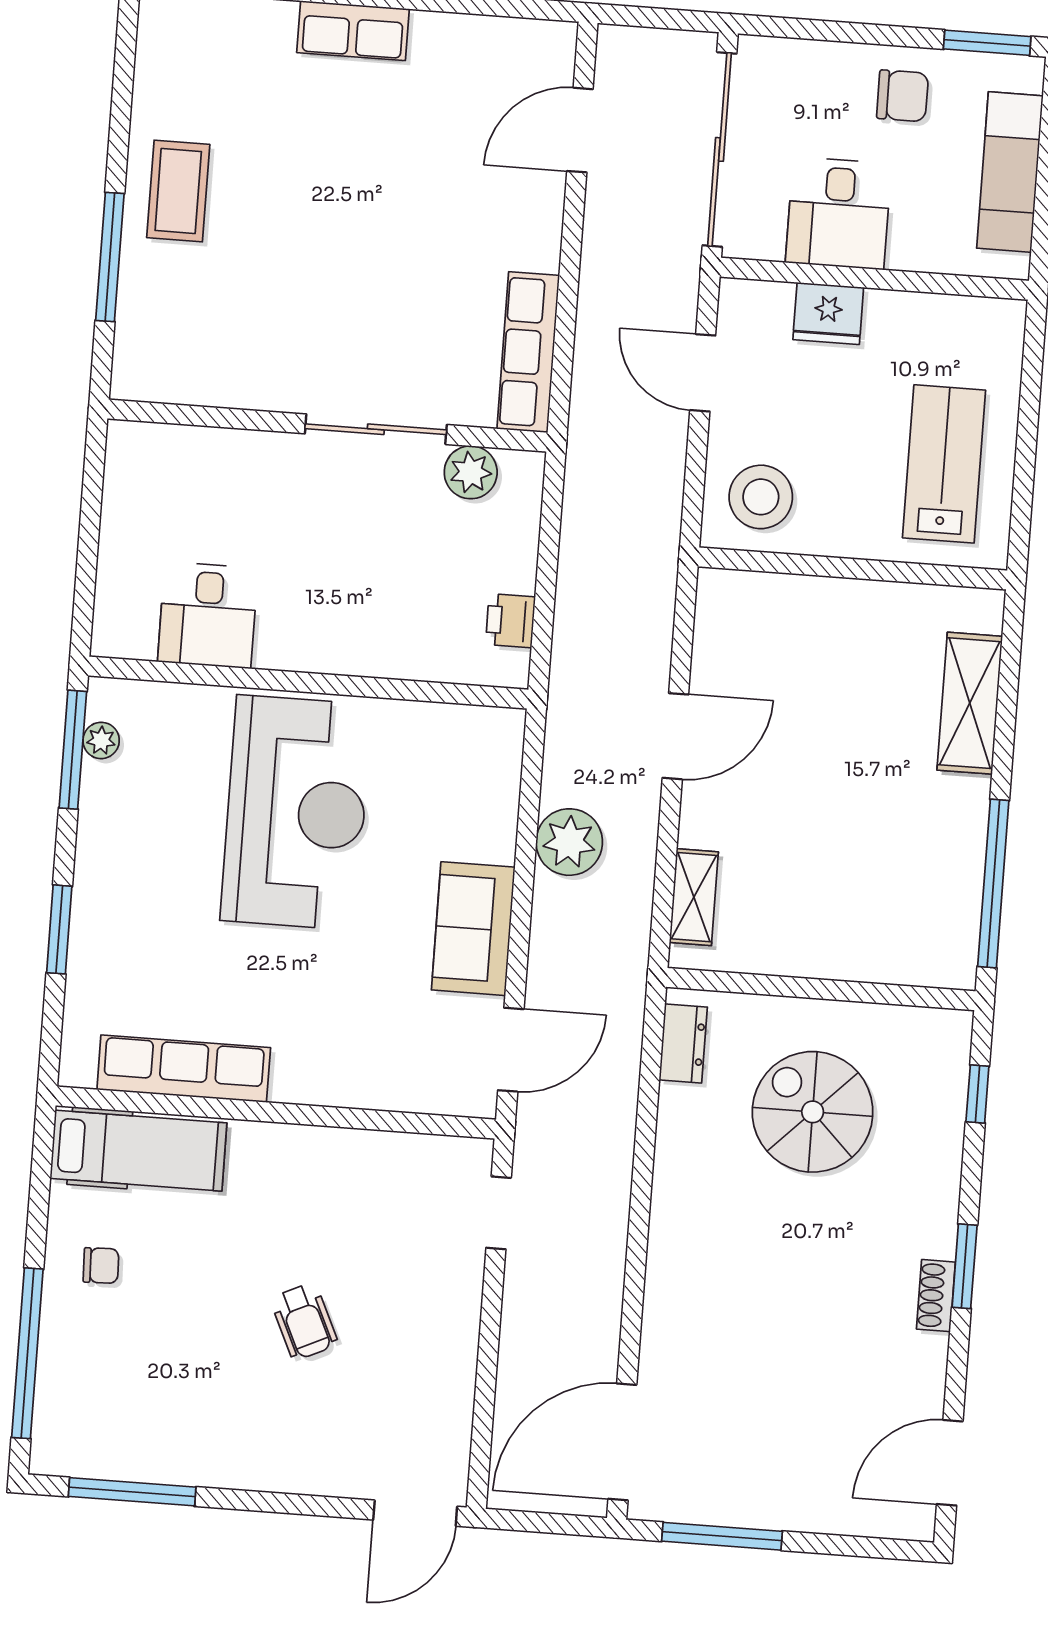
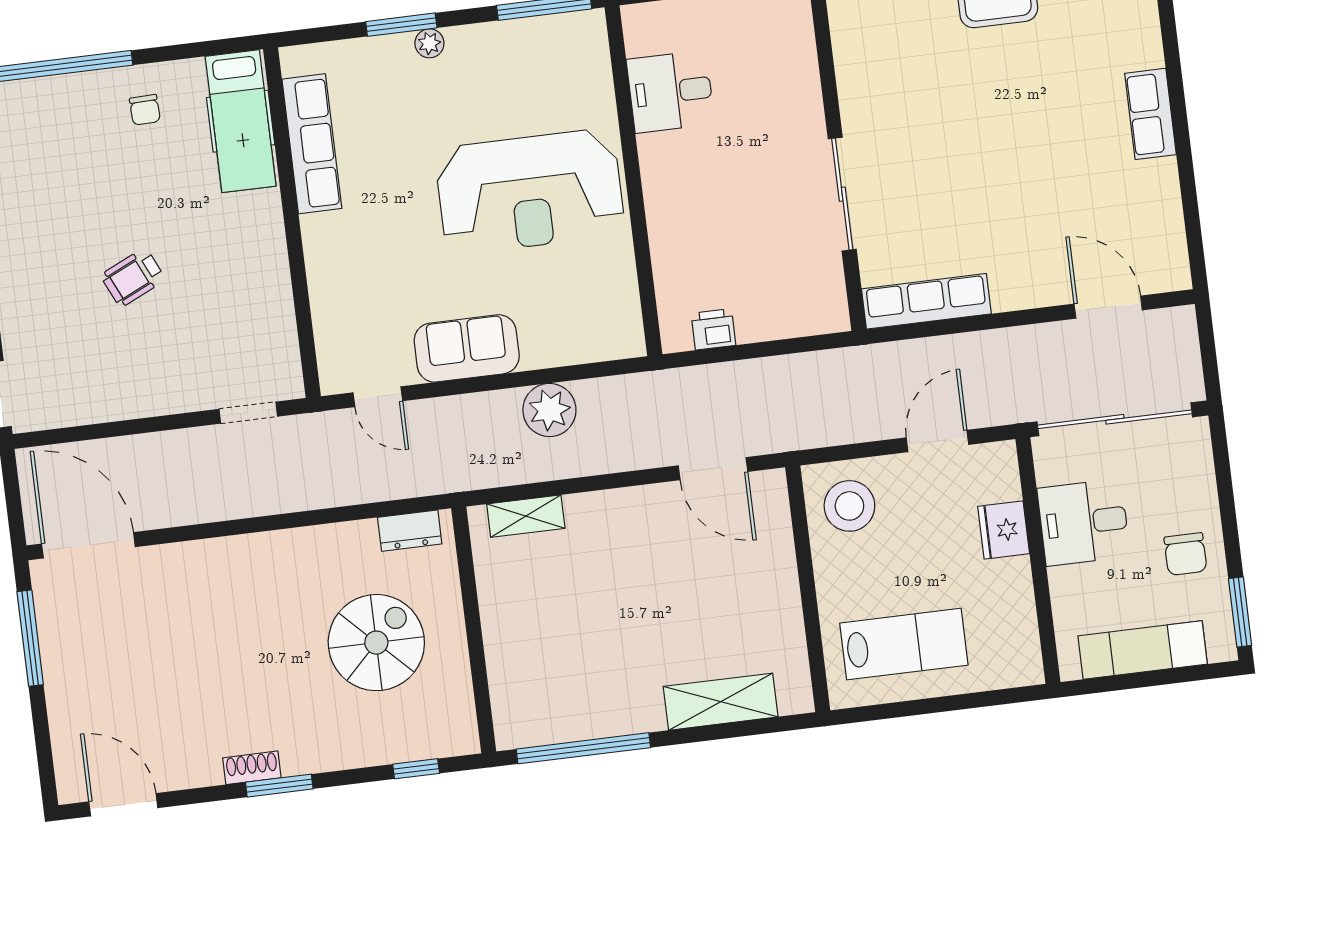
plant: (471, 472) -> (823, 275), removed
door: (675, 736) -> (713, 469), moved
plant: (101, 740) -> (429, 43), moved
door: (511, 1050) -> (378, 397), width x0.73

